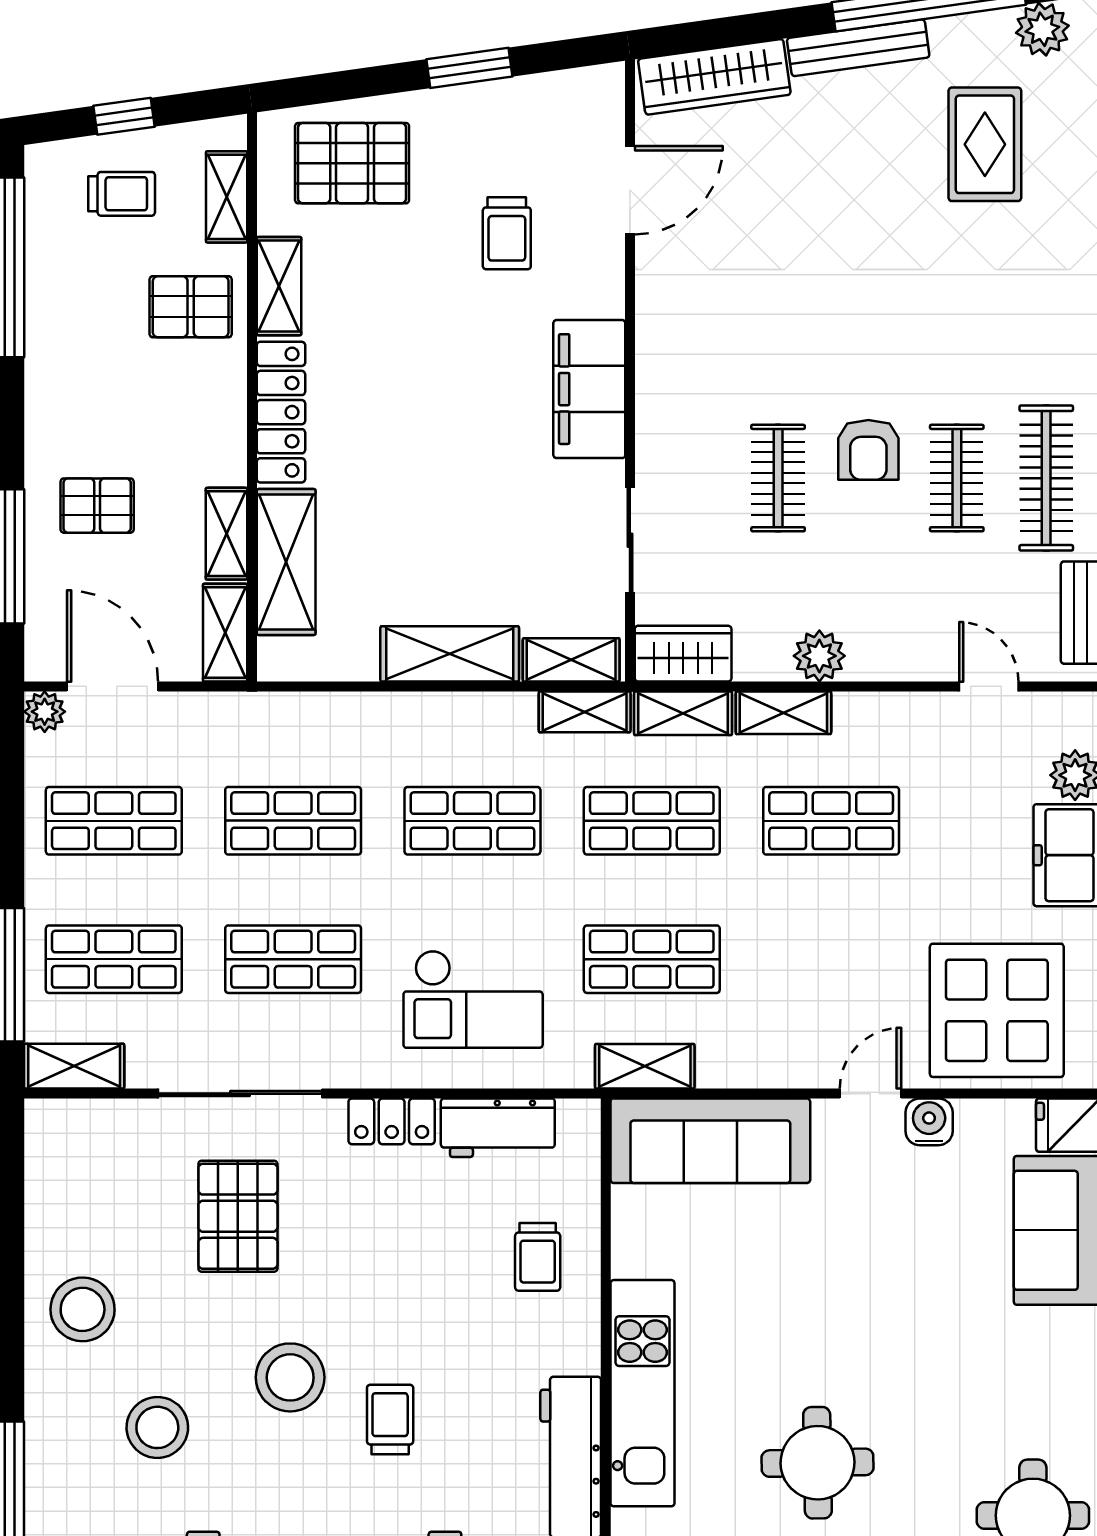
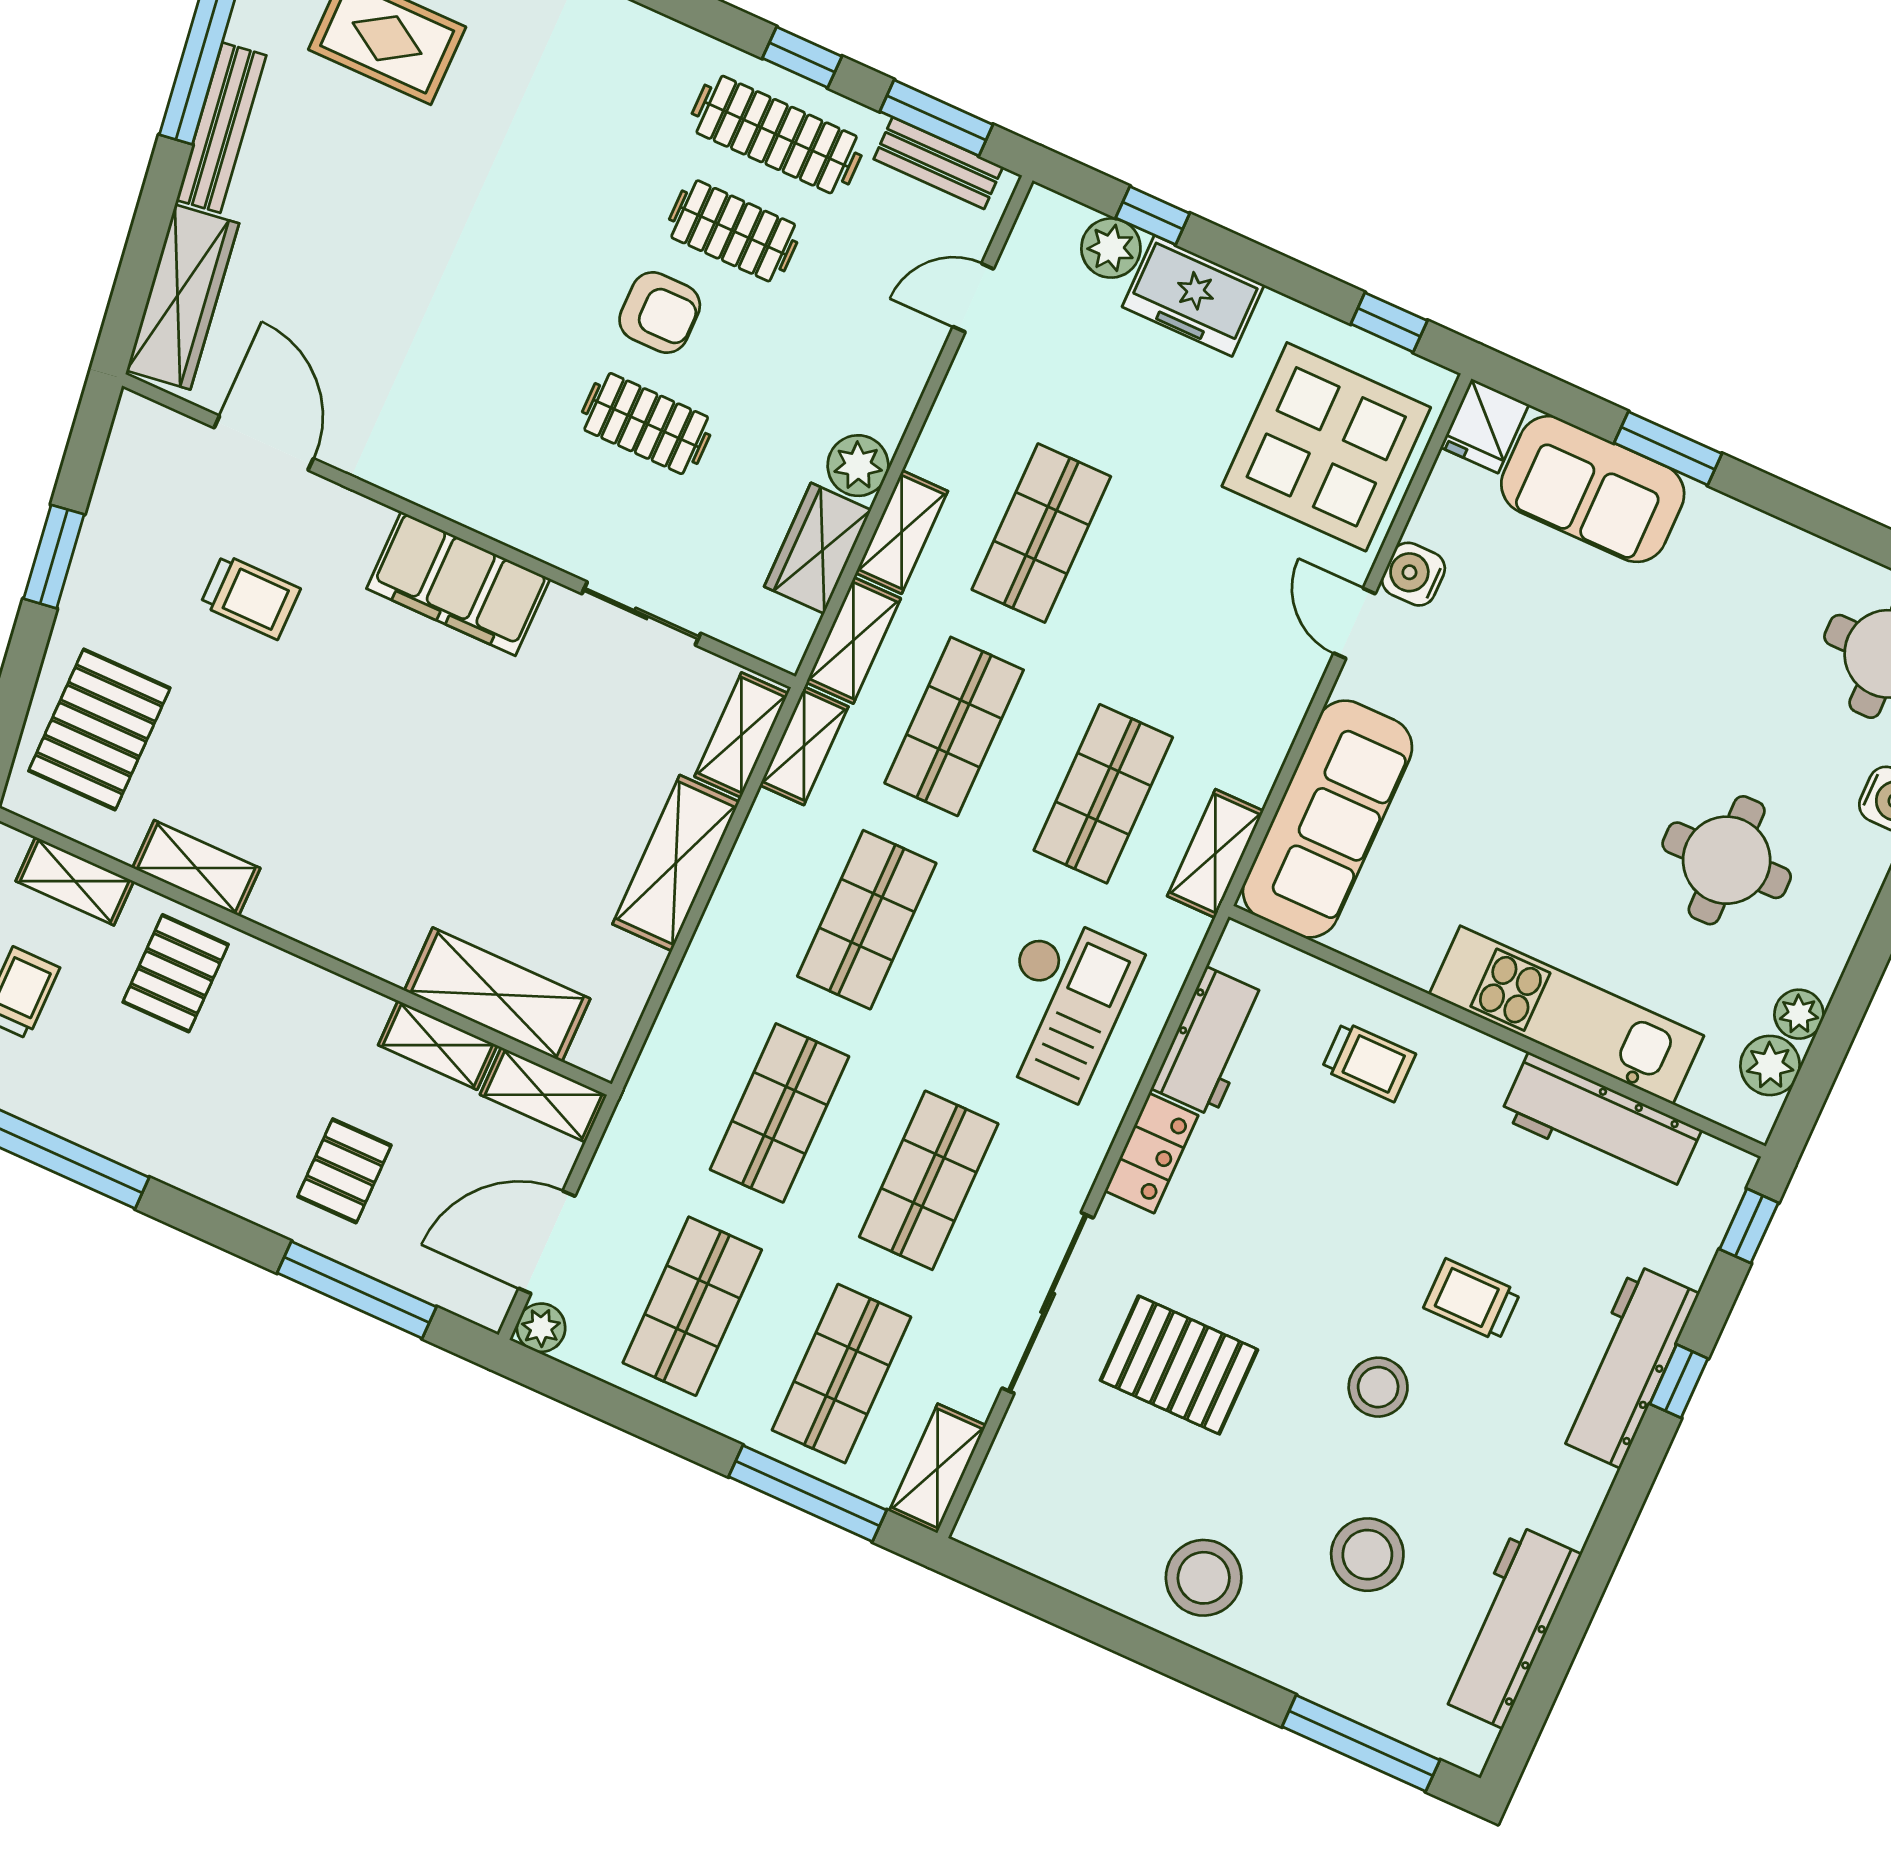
locker: (281, 412) -> (333, 927), removed
wardrobe: (683, 654) -> (818, 548), moved
stool: (290, 1377) -> (1378, 1387), width x0.73, depth x0.73

